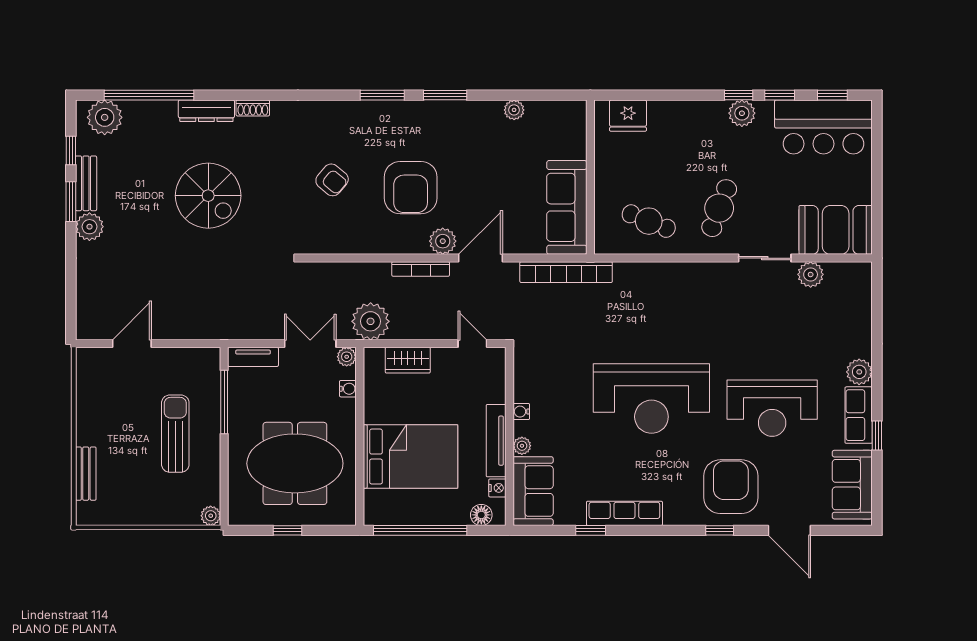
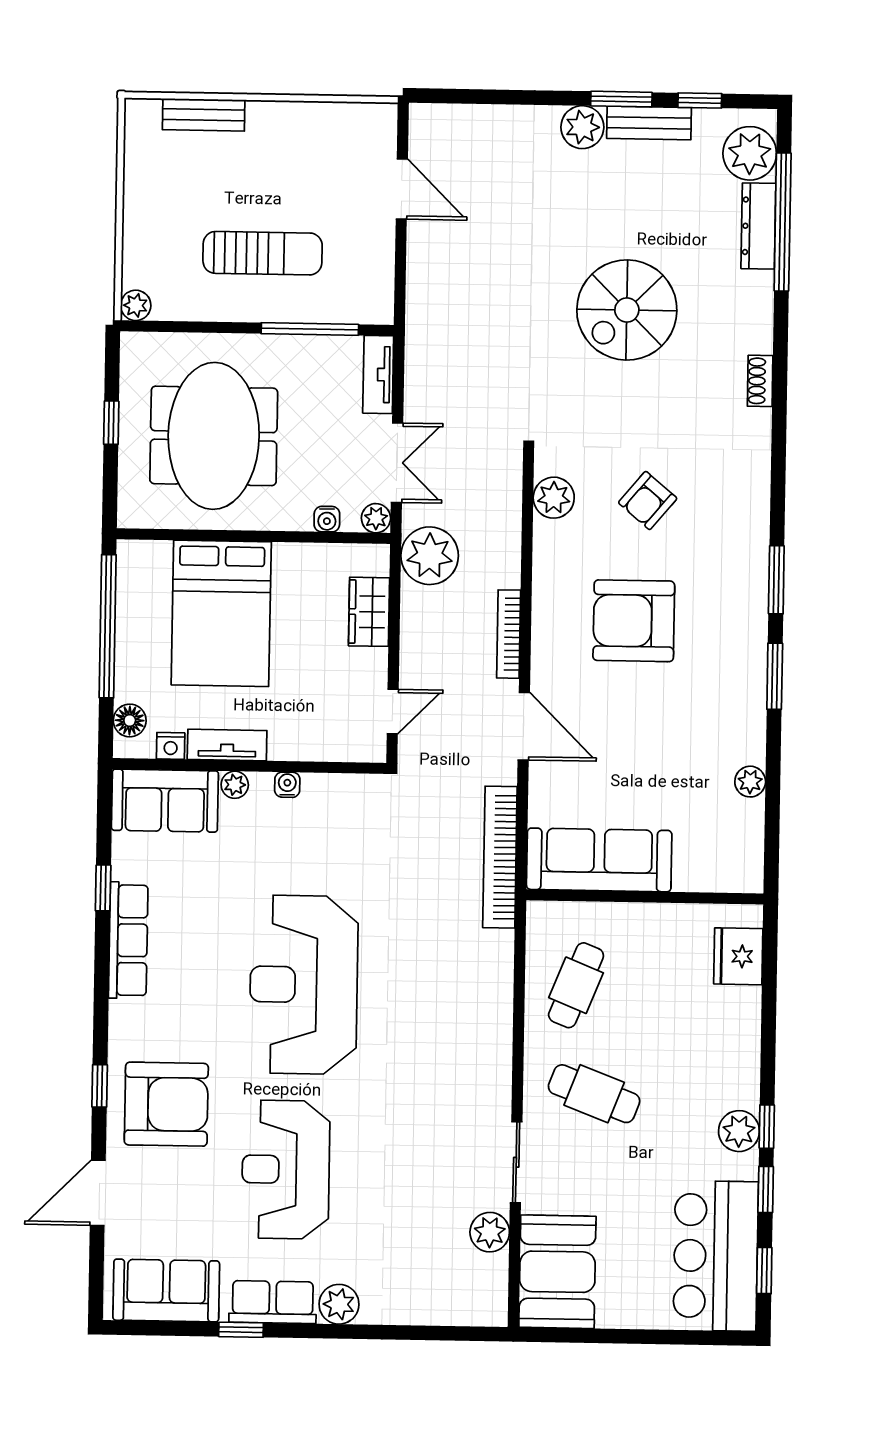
dresser: (206, 111) -> (758, 226), moved
plant: (443, 241) -> (554, 498), moved
tv unit: (496, 441) -> (227, 745), width x0.71

